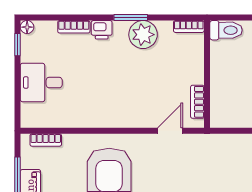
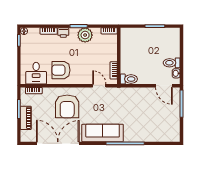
toilet: (226, 30) -> (129, 79), moved
desk: (41, 83) -> (36, 73), moved, turned -90
armchair: (97, 101) -> (61, 70), added
door: (170, 131) -> (99, 86), hinge flipped

